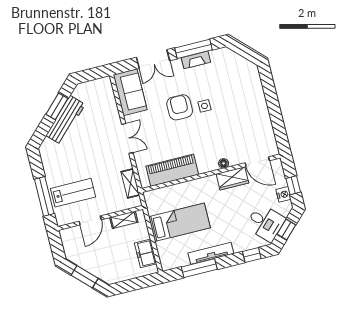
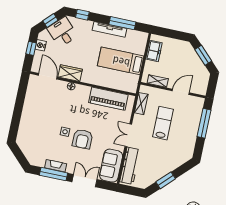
workbench: (65, 120) -> (130, 166), moved, turned 135
lab bench: (73, 193) -> (163, 123), moved, turned 90

